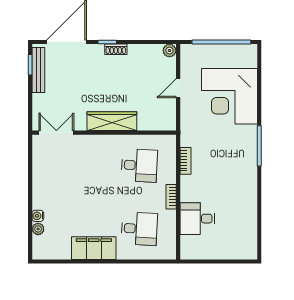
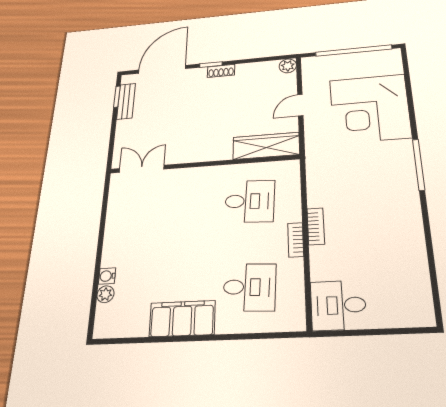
bench: (38, 70) -> (126, 101), width x0.73
wardrobe: (112, 121) -> (266, 146), moved
bookcase: (185, 161) -> (316, 226), moved
desk: (197, 219) -> (338, 305), moved

